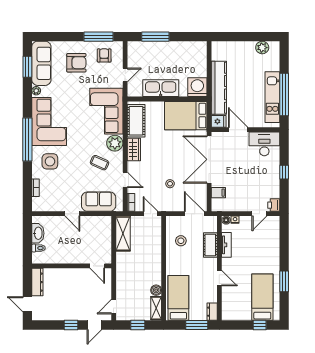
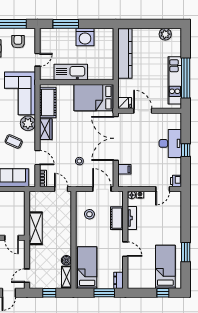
washing machine: (197, 87) -> (85, 37), moved, turned 180
kitchen counter: (219, 88) -> (125, 53), moved
desk: (264, 144) -> (170, 143), moved, turned 90
shelving: (123, 234) -> (36, 228), moved

